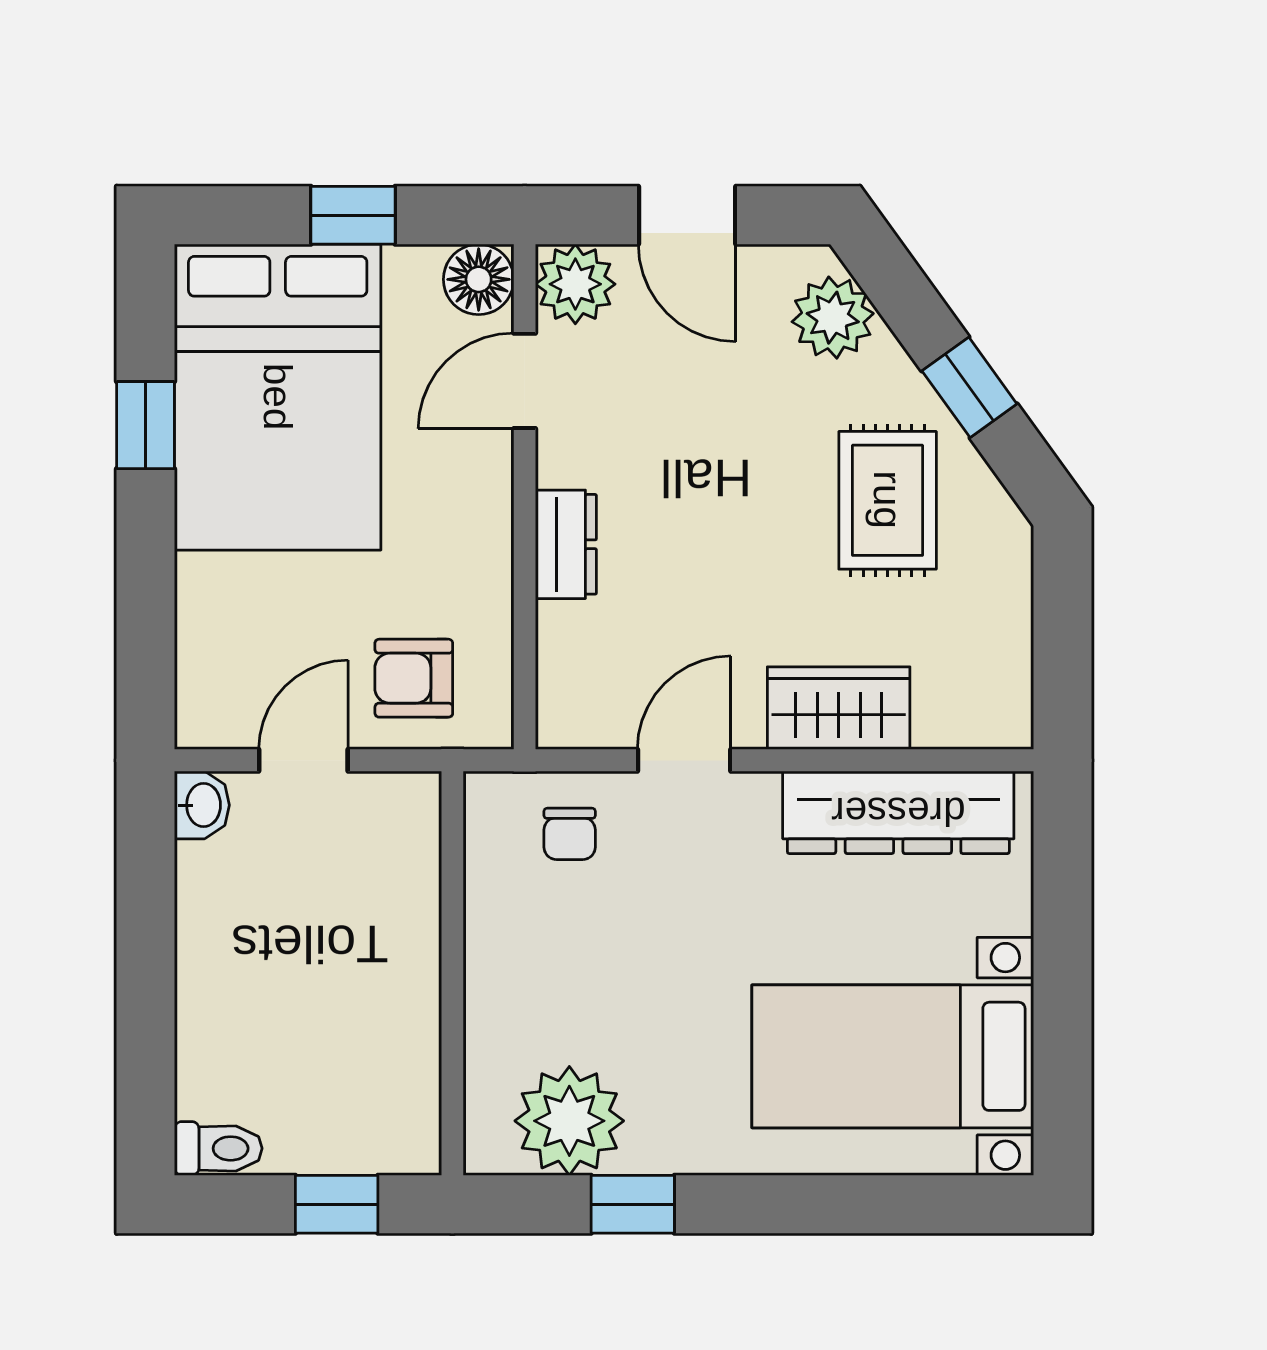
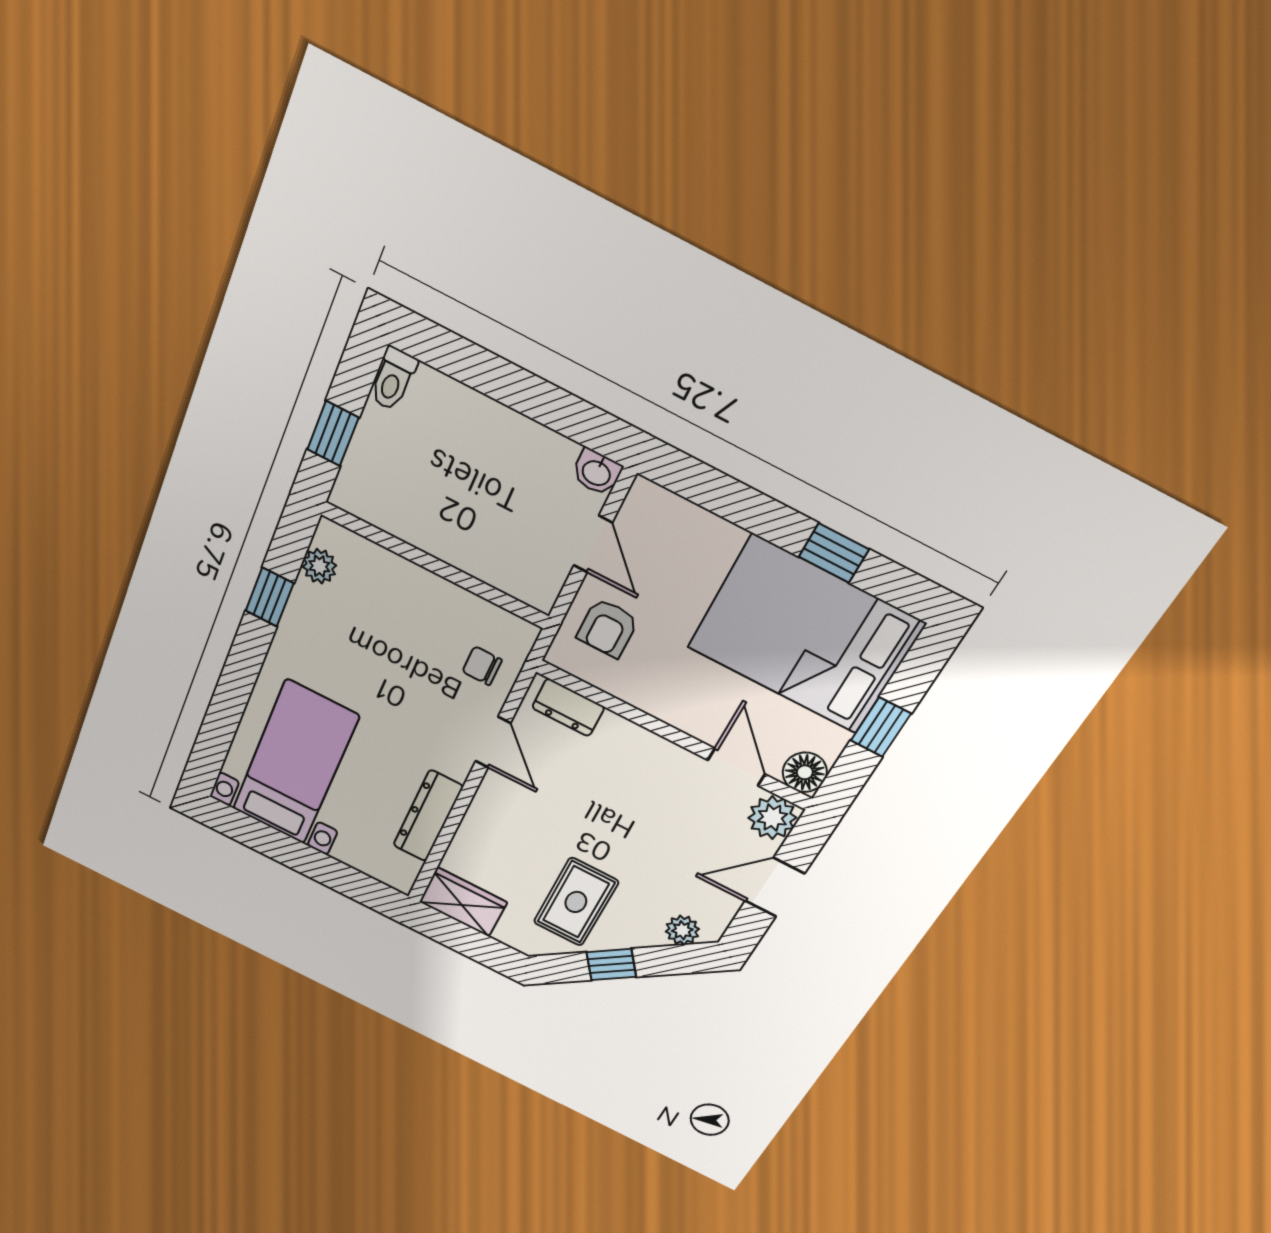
plant: (833, 318) -> (682, 930), width x0.73, depth x0.73
rug: (888, 500) -> (576, 902), turned 90
dresser: (566, 544) -> (568, 707), moved
armchair: (414, 678) -> (608, 628), turned 180
wardrobe: (839, 708) -> (463, 902), moved, turned -90
dresser: (898, 812) -> (428, 816), width x0.73, depth x0.80
plant: (569, 1121) -> (319, 566), width x0.53, depth x0.53

